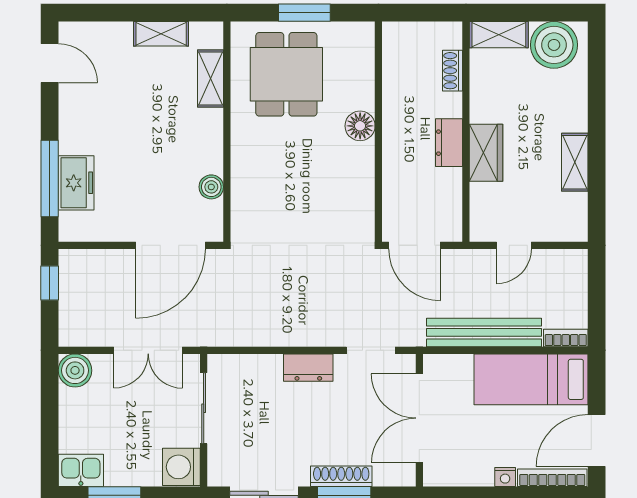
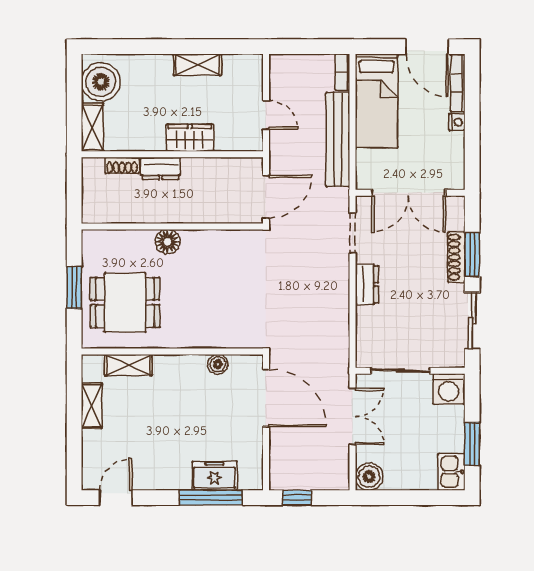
dresser: (449, 143) -> (161, 168), moved

